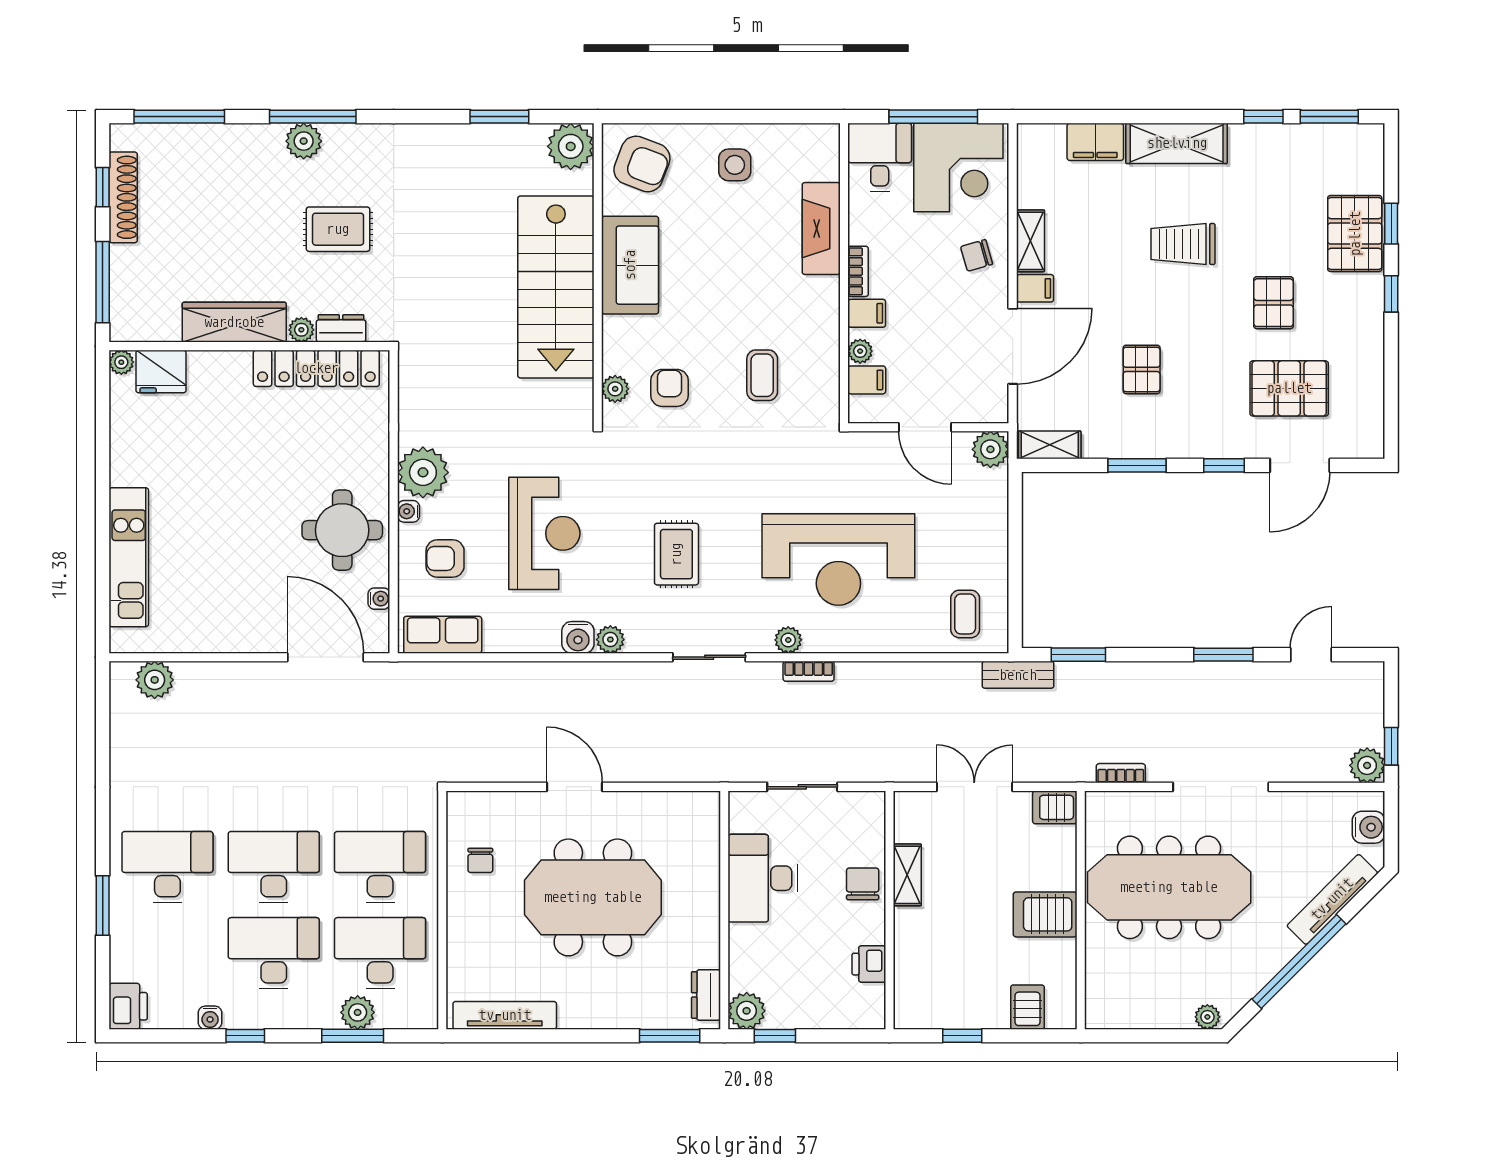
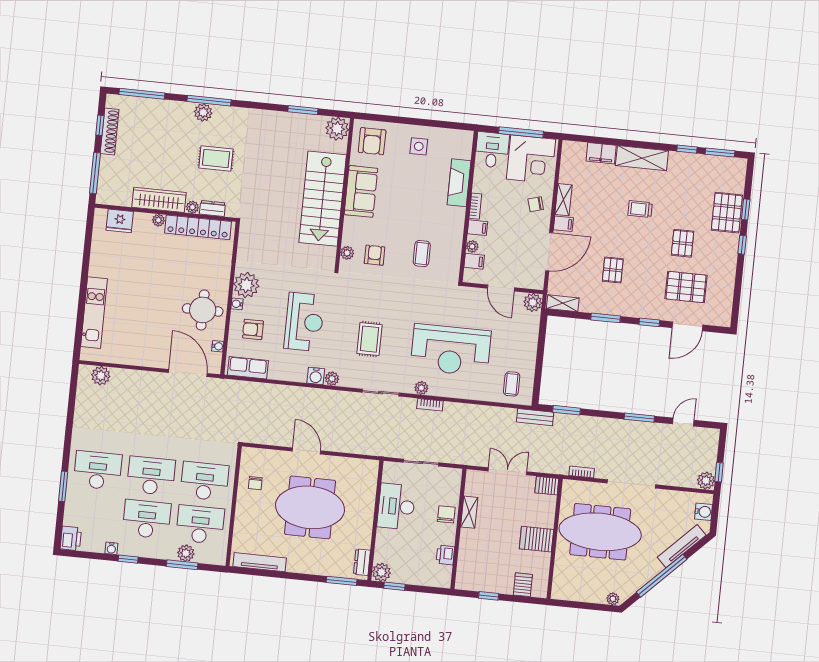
armchair: (642, 164) -> (372, 141), turned 69
trolley: (1183, 244) -> (640, 209), width x0.73, depth x0.72
plant: (121, 362) -> (158, 220), moved

